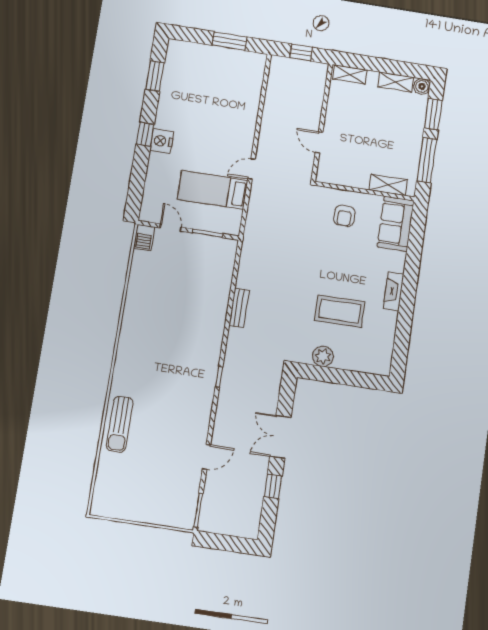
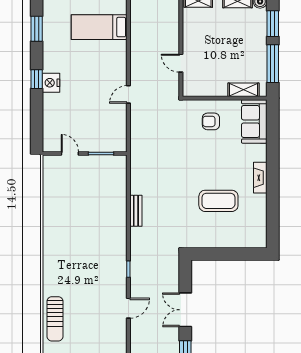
bed: (213, 190) -> (99, 27), moved
armchair: (344, 216) -> (211, 121), turned 88
barbecue: (144, 238) -> (50, 165), removed
plant: (323, 356) -> (210, 240), removed
door: (206, 457) -> (128, 308), moved

